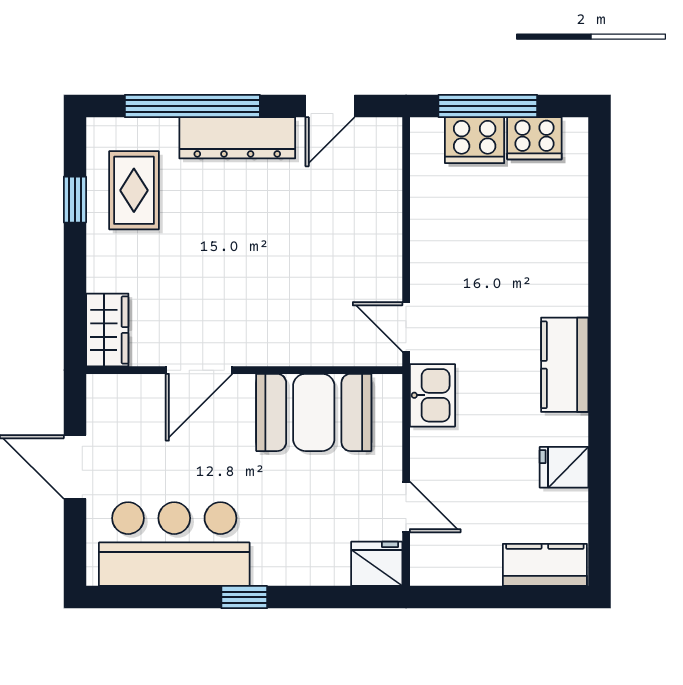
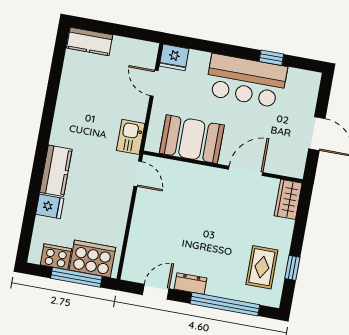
dresser: (237, 138) -> (191, 284), width x0.51, depth x0.80
cooker: (475, 140) -> (92, 259), width x1.37, depth x1.31
kitchen counter: (565, 365) -> (56, 171), moved
fridge: (564, 467) -> (50, 206), moved
bar counter: (174, 544) -> (246, 81), moved
window: (244, 597) -> (271, 58), moved

